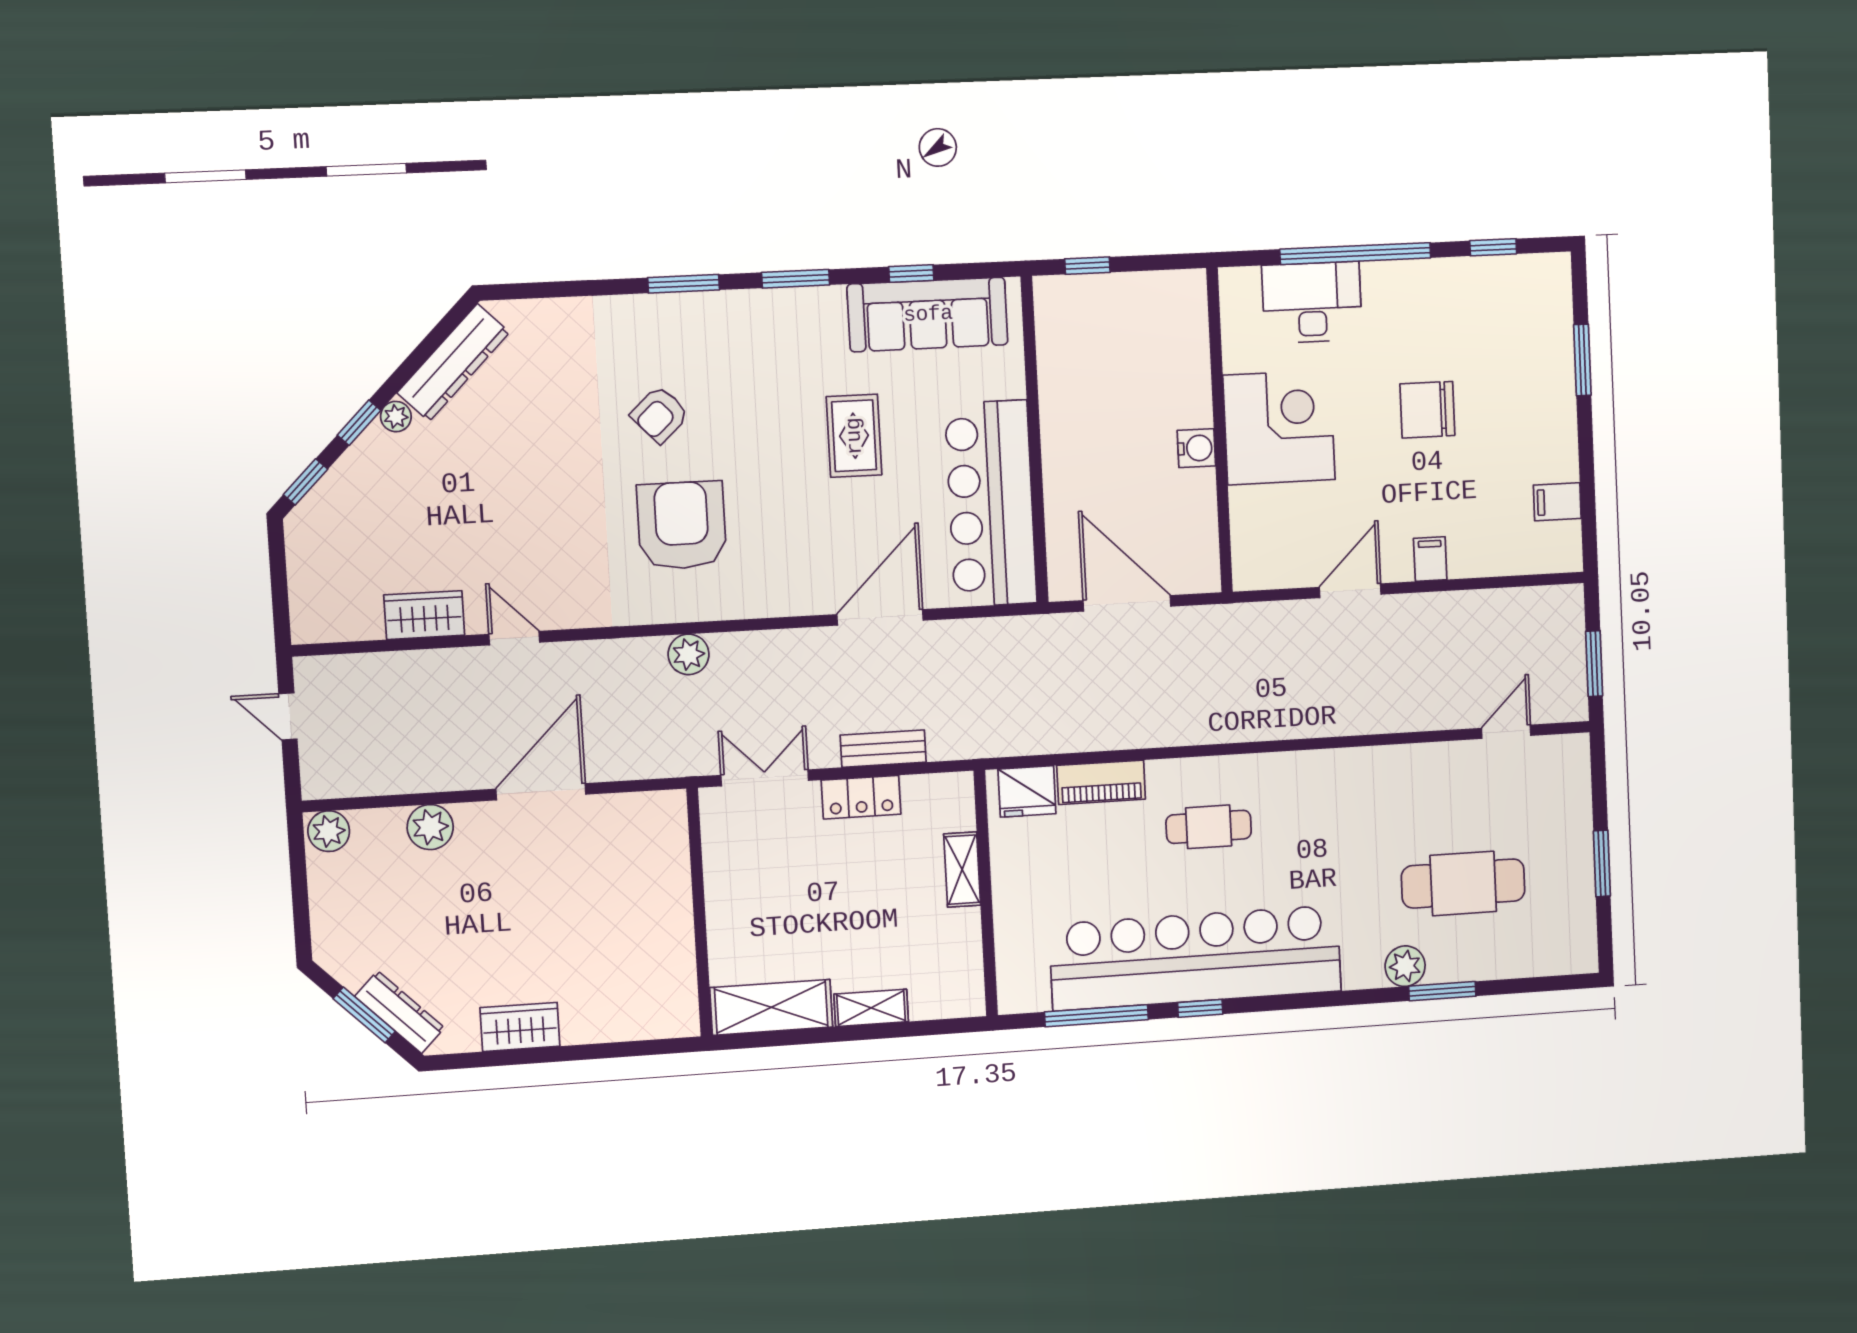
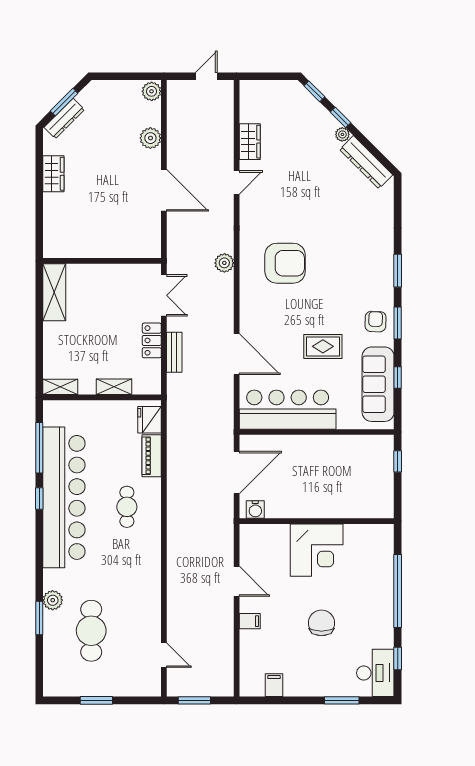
desk: (1312, 302) -> (375, 673), moved
armchair: (660, 415) -> (375, 322), moved, turned 45
water cooler: (1196, 448) -> (255, 510), moved
shelving: (871, 1008) -> (60, 387), moved, turned 90

